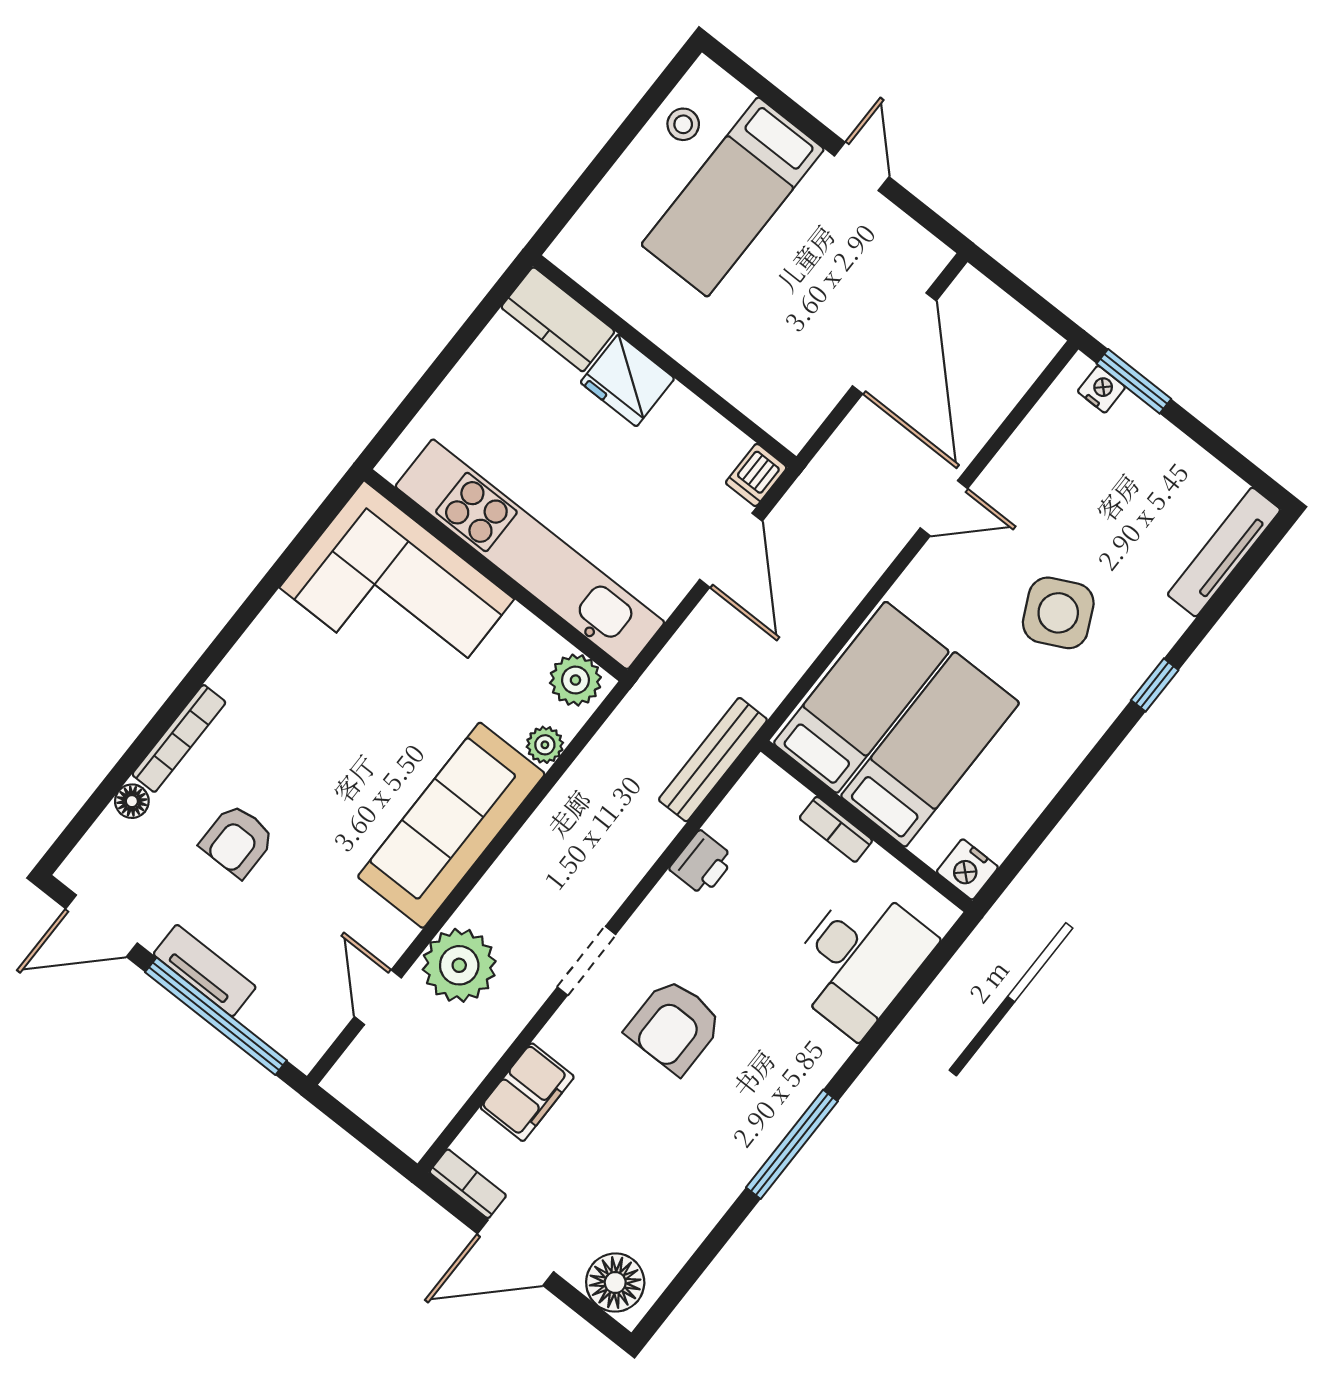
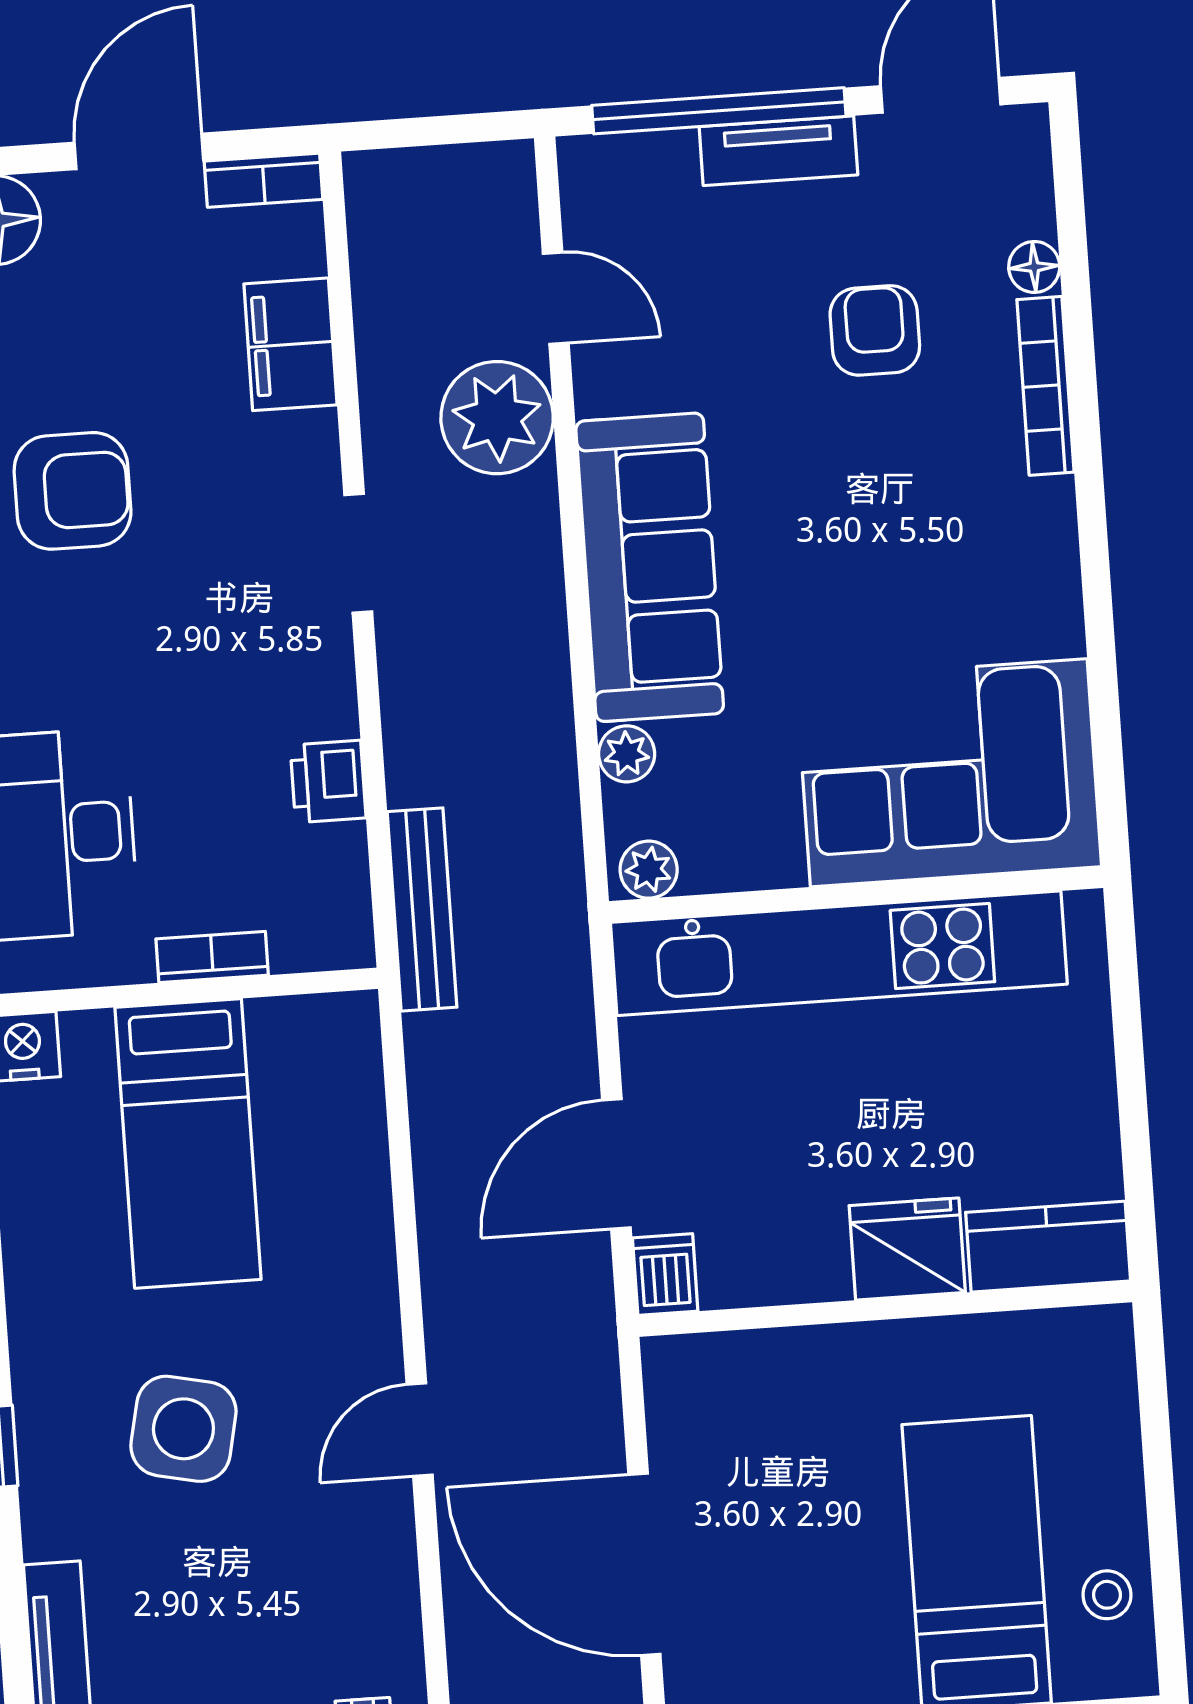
door: (731, 550) -> (616, 1164), hinge flipped
side table: (1058, 613) -> (183, 1429), turned 38
plant: (575, 680) -> (649, 870), width x0.73, depth x0.73
bed: (861, 697) -> (319, 1132), removed
armchair: (674, 1026) -> (73, 491), moved, turned 90

